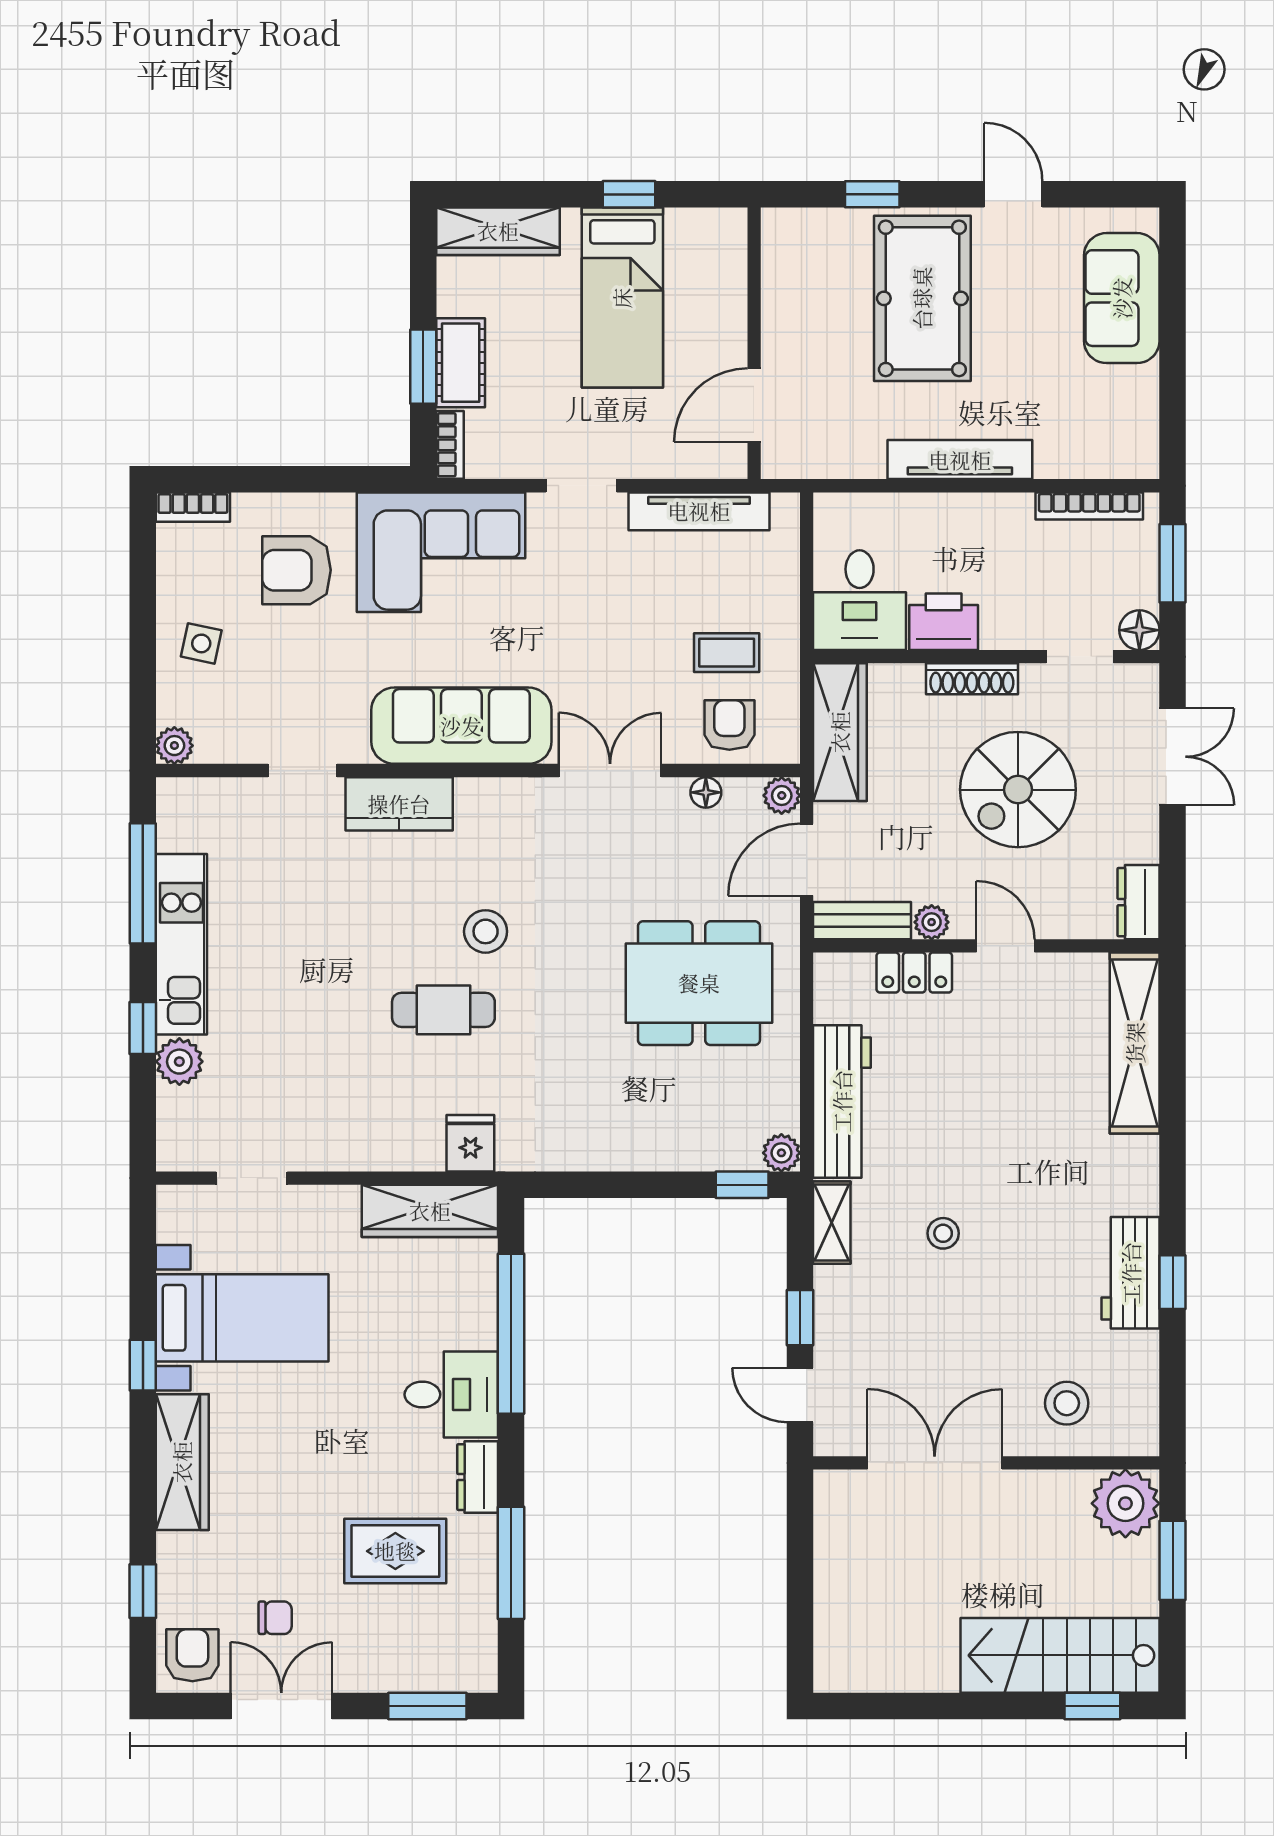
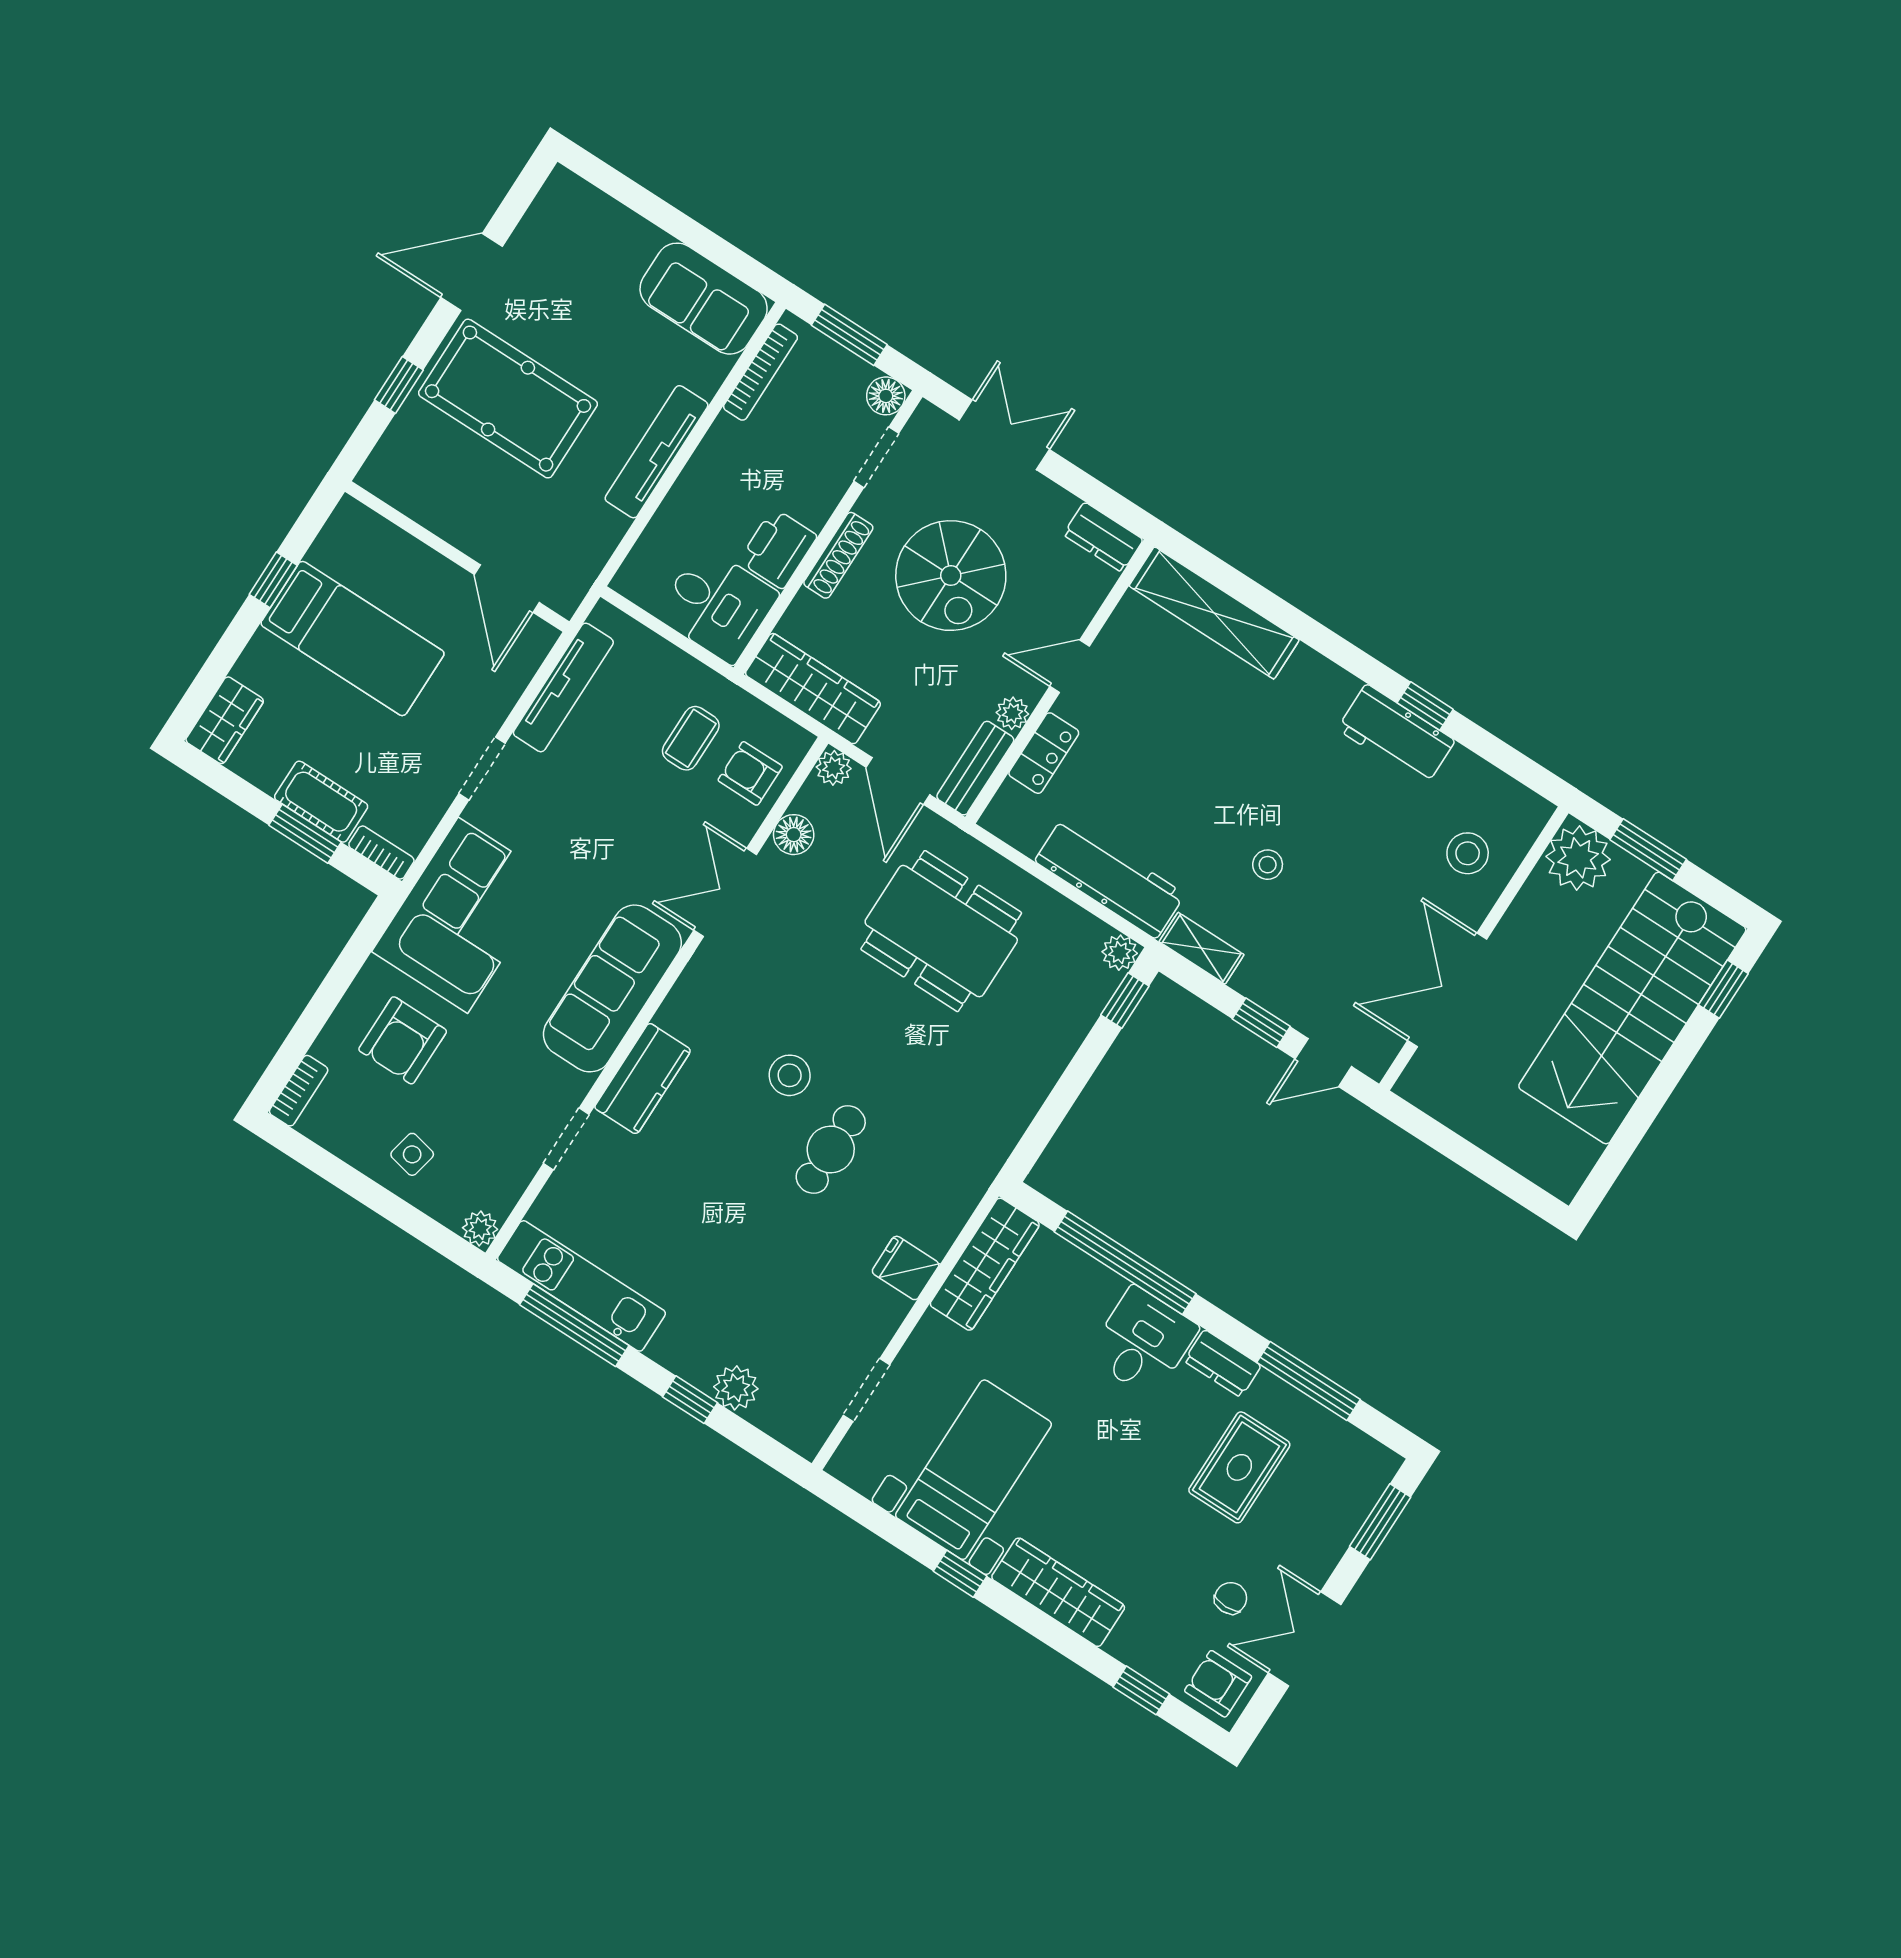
door: (1013, 194) -> (472, 272), width x1.38
wardrobe: (498, 231) -> (225, 720), width x0.67
sofa: (1122, 298) -> (704, 299), moved
floor lamp: (706, 792) -> (794, 835), width x1.37, depth x1.37
kitchen unit: (181, 944) -> (581, 1286), moved
dining table: (699, 983) -> (941, 931), turned 90
fridge: (470, 1143) -> (906, 1268), moved
stairs: (1060, 1655) -> (1632, 1008), width x1.36, depth x1.51

